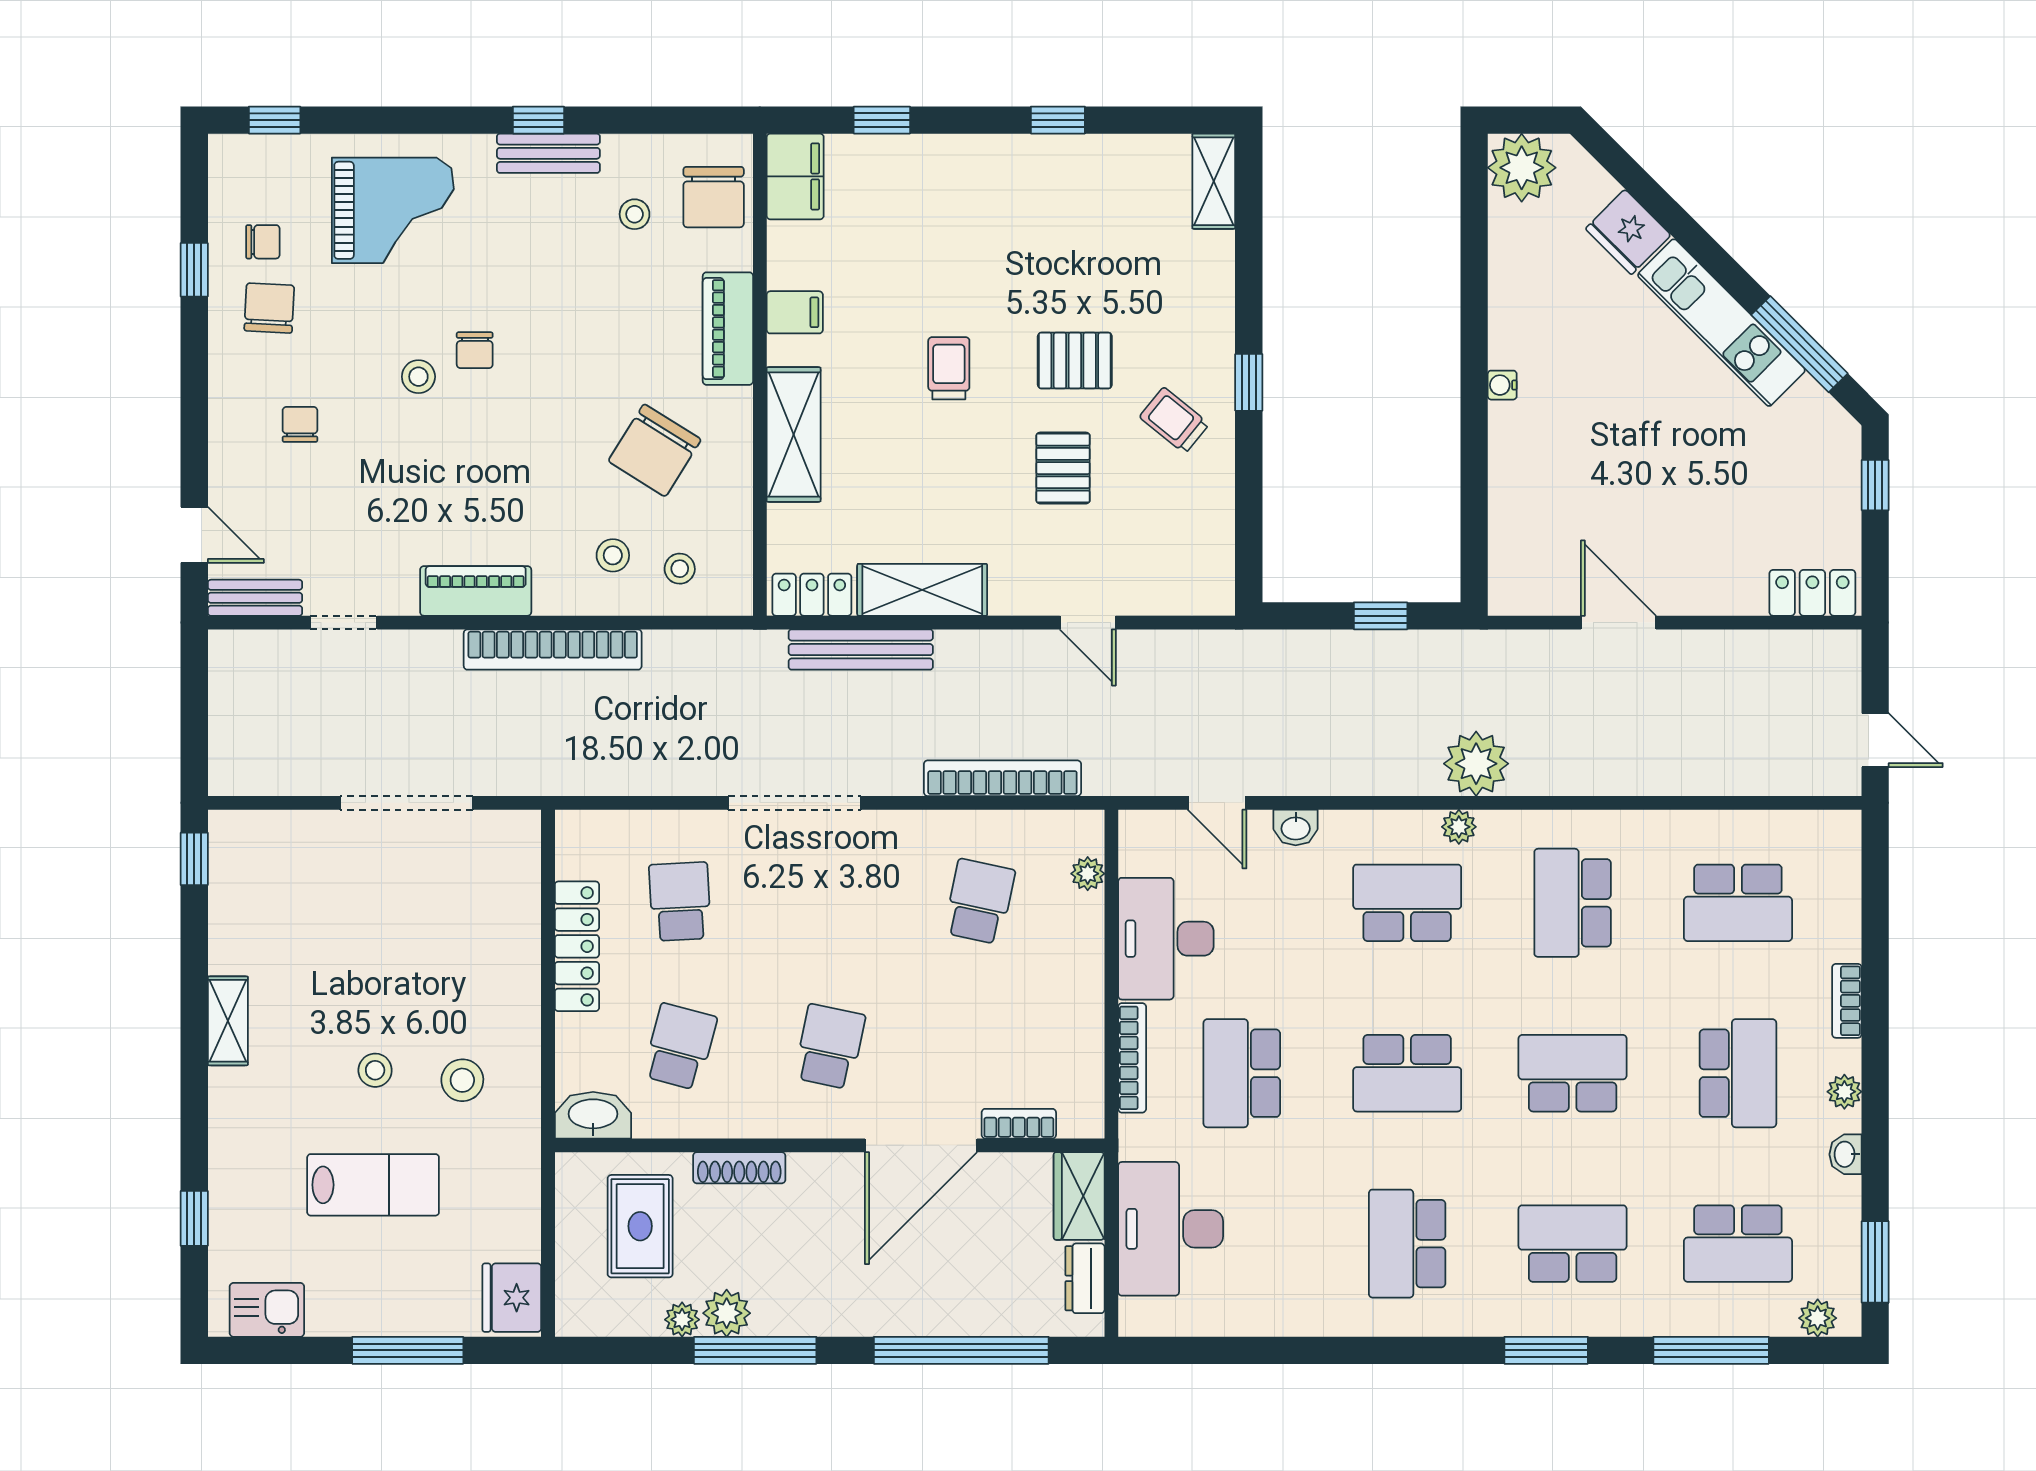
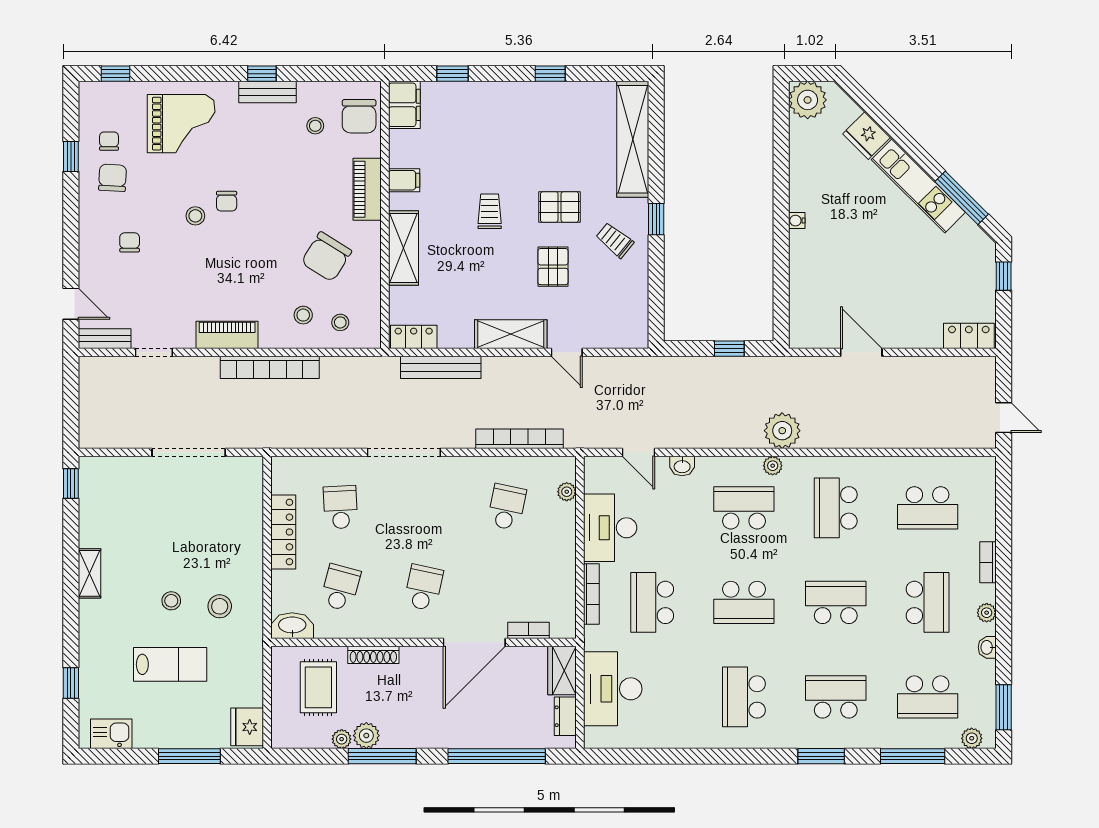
shelving: (1214, 181) -> (633, 139), width x2.20, depth x1.33
chair: (263, 242) -> (109, 141), turned -90
shelving: (922, 590) -> (511, 334), moved

